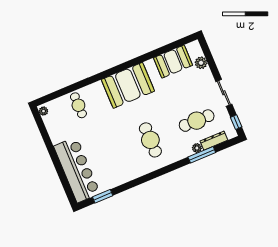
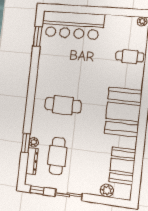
window: (202, 155) -> (26, 143), width x0.69

